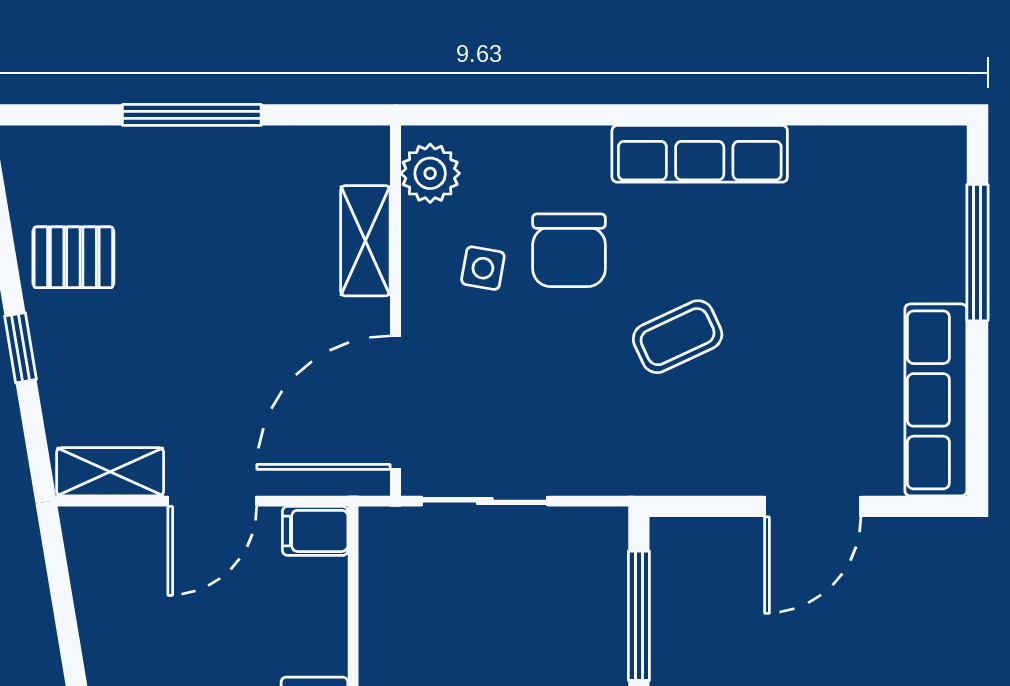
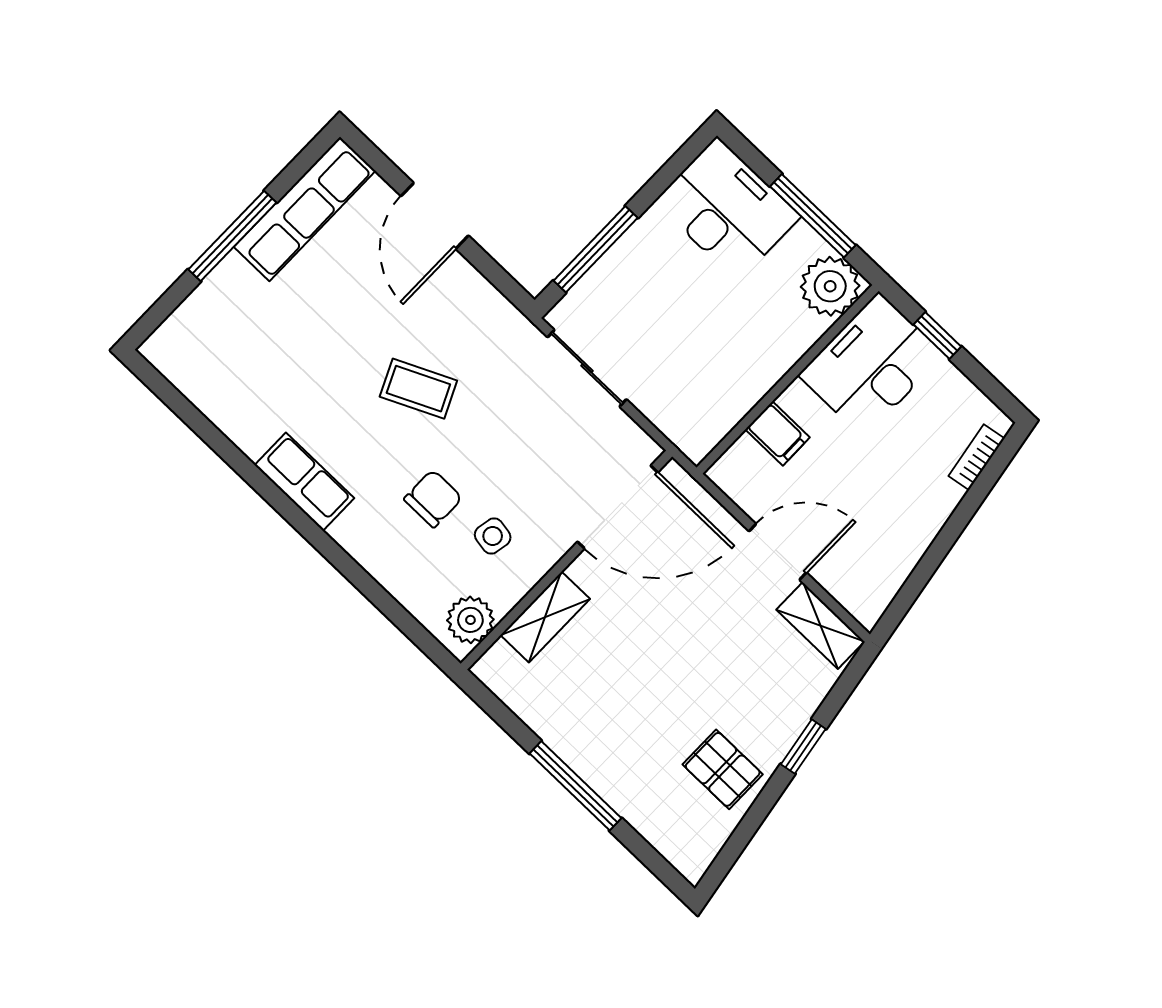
row of seats: (700, 154) -> (304, 482), width x0.68
chair: (569, 250) -> (433, 499), width x0.73, depth x0.73
window: (977, 253) -> (232, 236), moved
sliding door: (485, 501) -> (587, 368), moved
door: (813, 506) -> (435, 216), swing flipped
filing cabinet: (315, 531) -> (778, 433), moved

